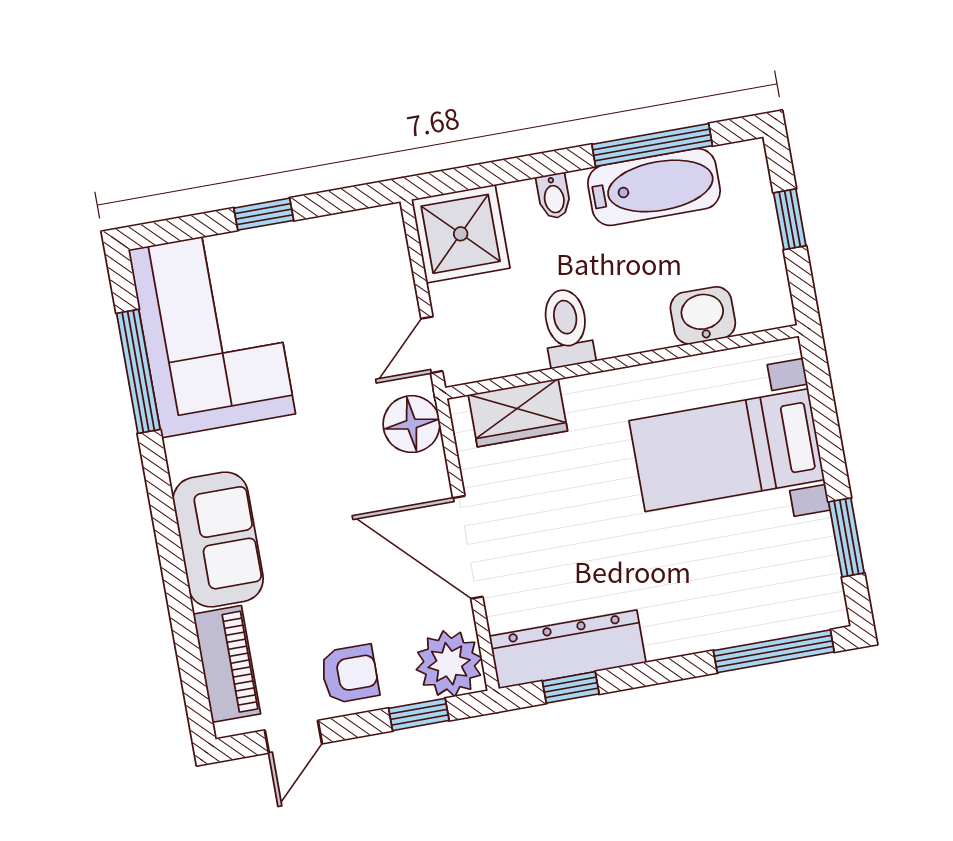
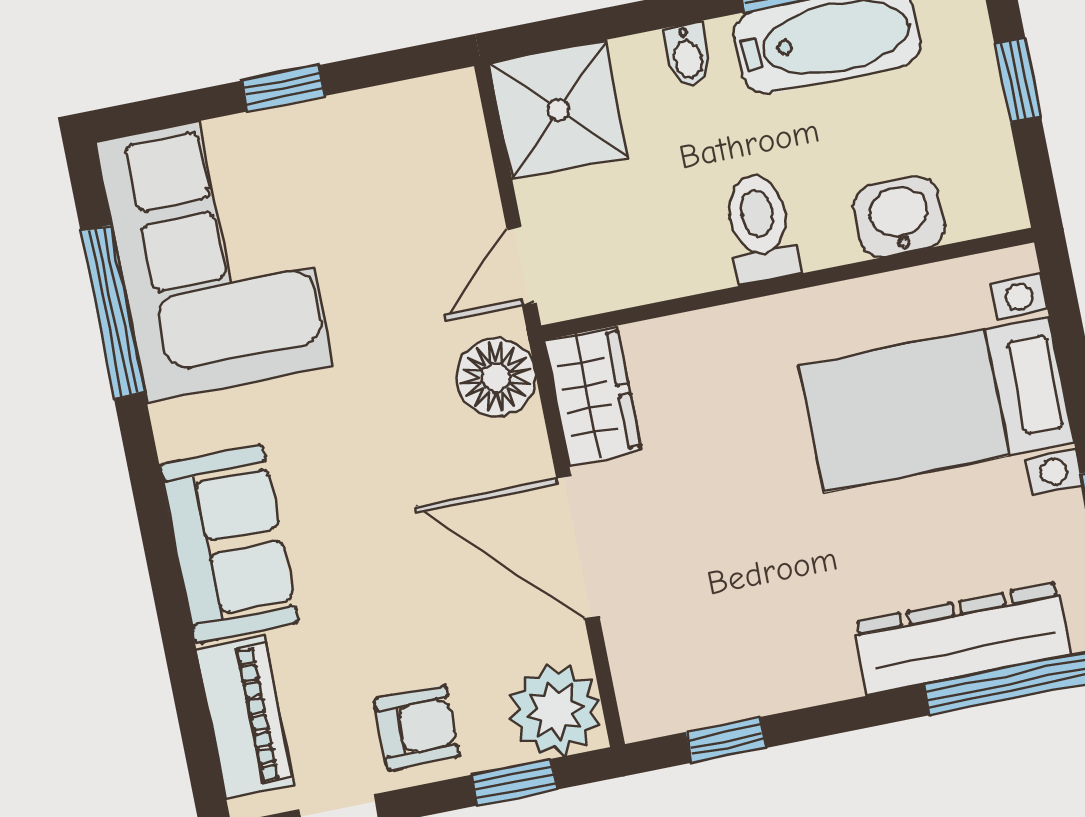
toilet: (567, 328) -> (760, 228), moved
wardrobe: (518, 413) -> (593, 396), moved, turned -90
dresser: (568, 649) -> (962, 639), moved

